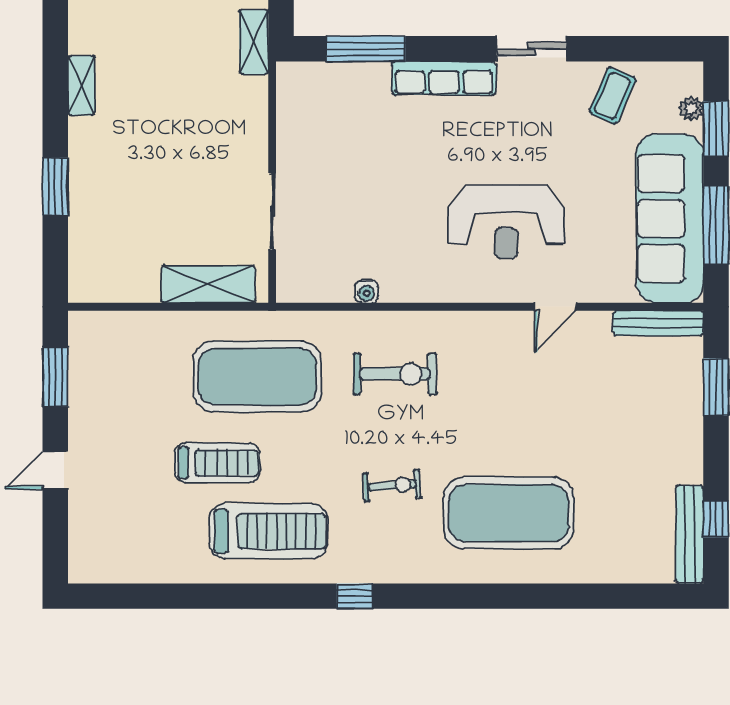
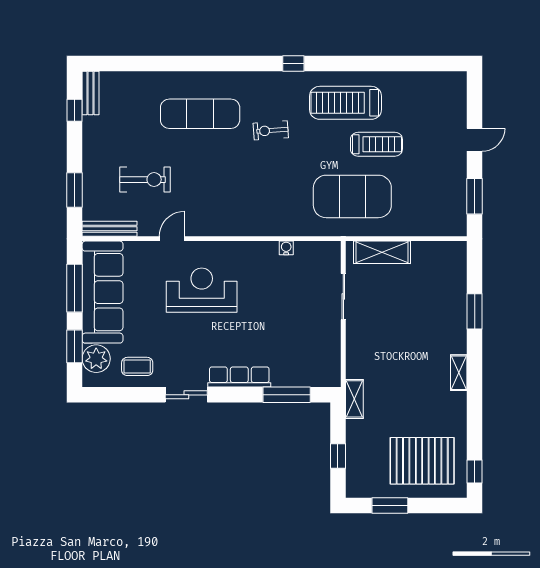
coffee table: (613, 96) -> (137, 366), turned 66
plant: (691, 108) -> (96, 359), width x1.87, depth x1.87
exercise bike: (395, 374) -> (145, 180), moved, turned 180
treadmill: (217, 463) -> (376, 144), turned 180
exercise mat: (509, 513) -> (200, 114), width x0.68
bench: (690, 534) -> (91, 93), width x0.73

